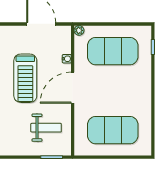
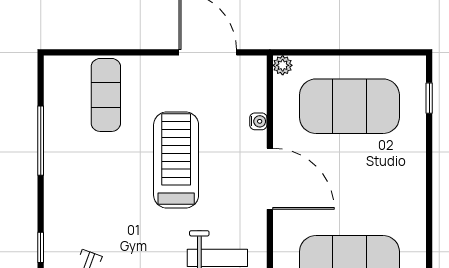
treadmill: (25, 78) -> (176, 160), turned 180
door: (73, 88) -> (270, 179), swing flipped

